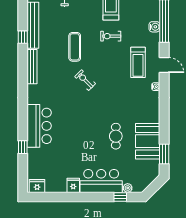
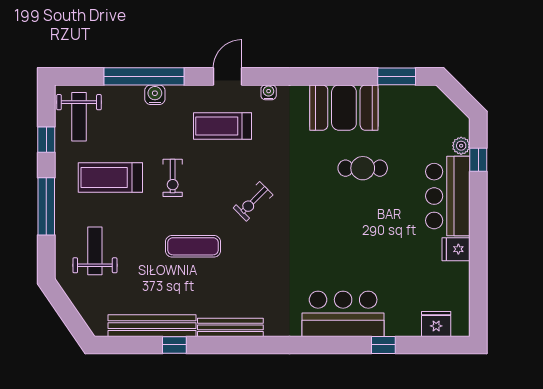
treadmill: (138, 62) -> (222, 126), turned 180
exercise bike: (85, 80) -> (253, 201), moved
booth: (148, 141) -> (344, 108), moved
fridge: (37, 186) -> (436, 324), moved, turned 90

